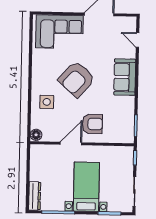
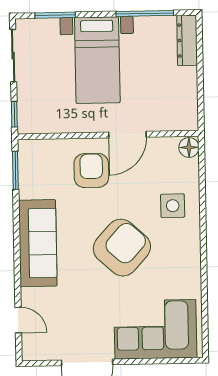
sofa: (125, 77) -> (38, 243), width x1.36
armchair: (92, 124) -> (91, 170), turned 90

